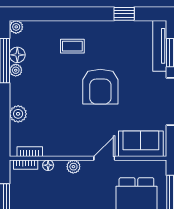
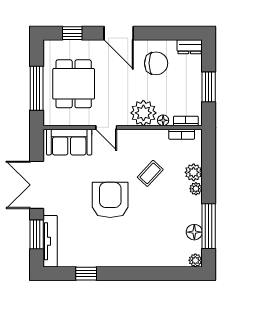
coffee table: (72, 46) -> (150, 173), moved, turned -47
plant: (16, 70) -> (196, 189), moved
door: (104, 158) -> (106, 127), hinge flipped
plant: (73, 167) -> (143, 113), width x1.87, depth x1.87

